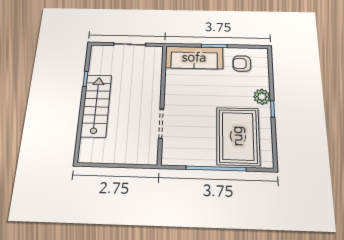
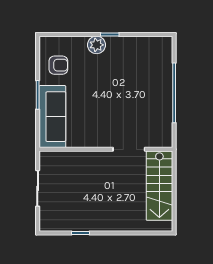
armchair: (242, 64) -> (58, 65), turned -90
stairs: (96, 105) -> (159, 186), moved, turned -90
rug: (238, 136) -> (140, 71), removed

